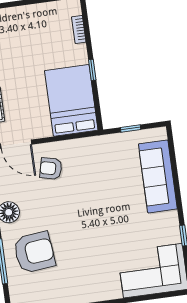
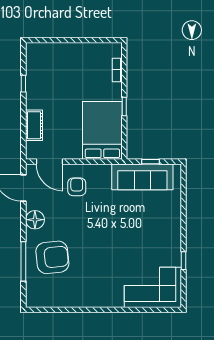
armchair: (51, 168) -> (77, 187), turned 77
sofa: (158, 176) -> (142, 177), moved, turned -90

